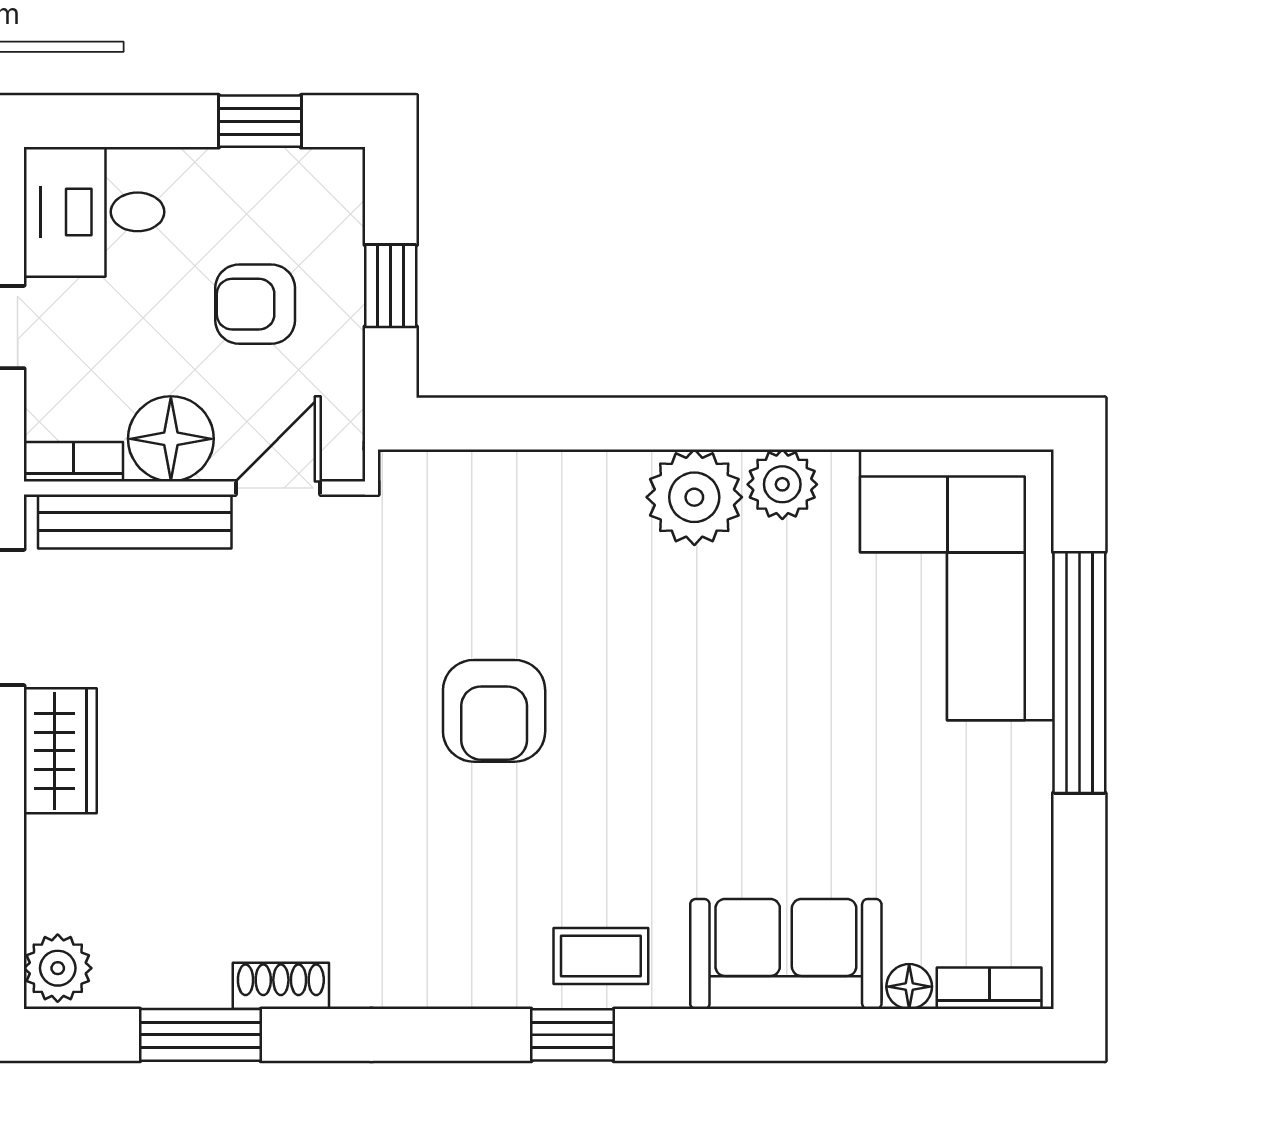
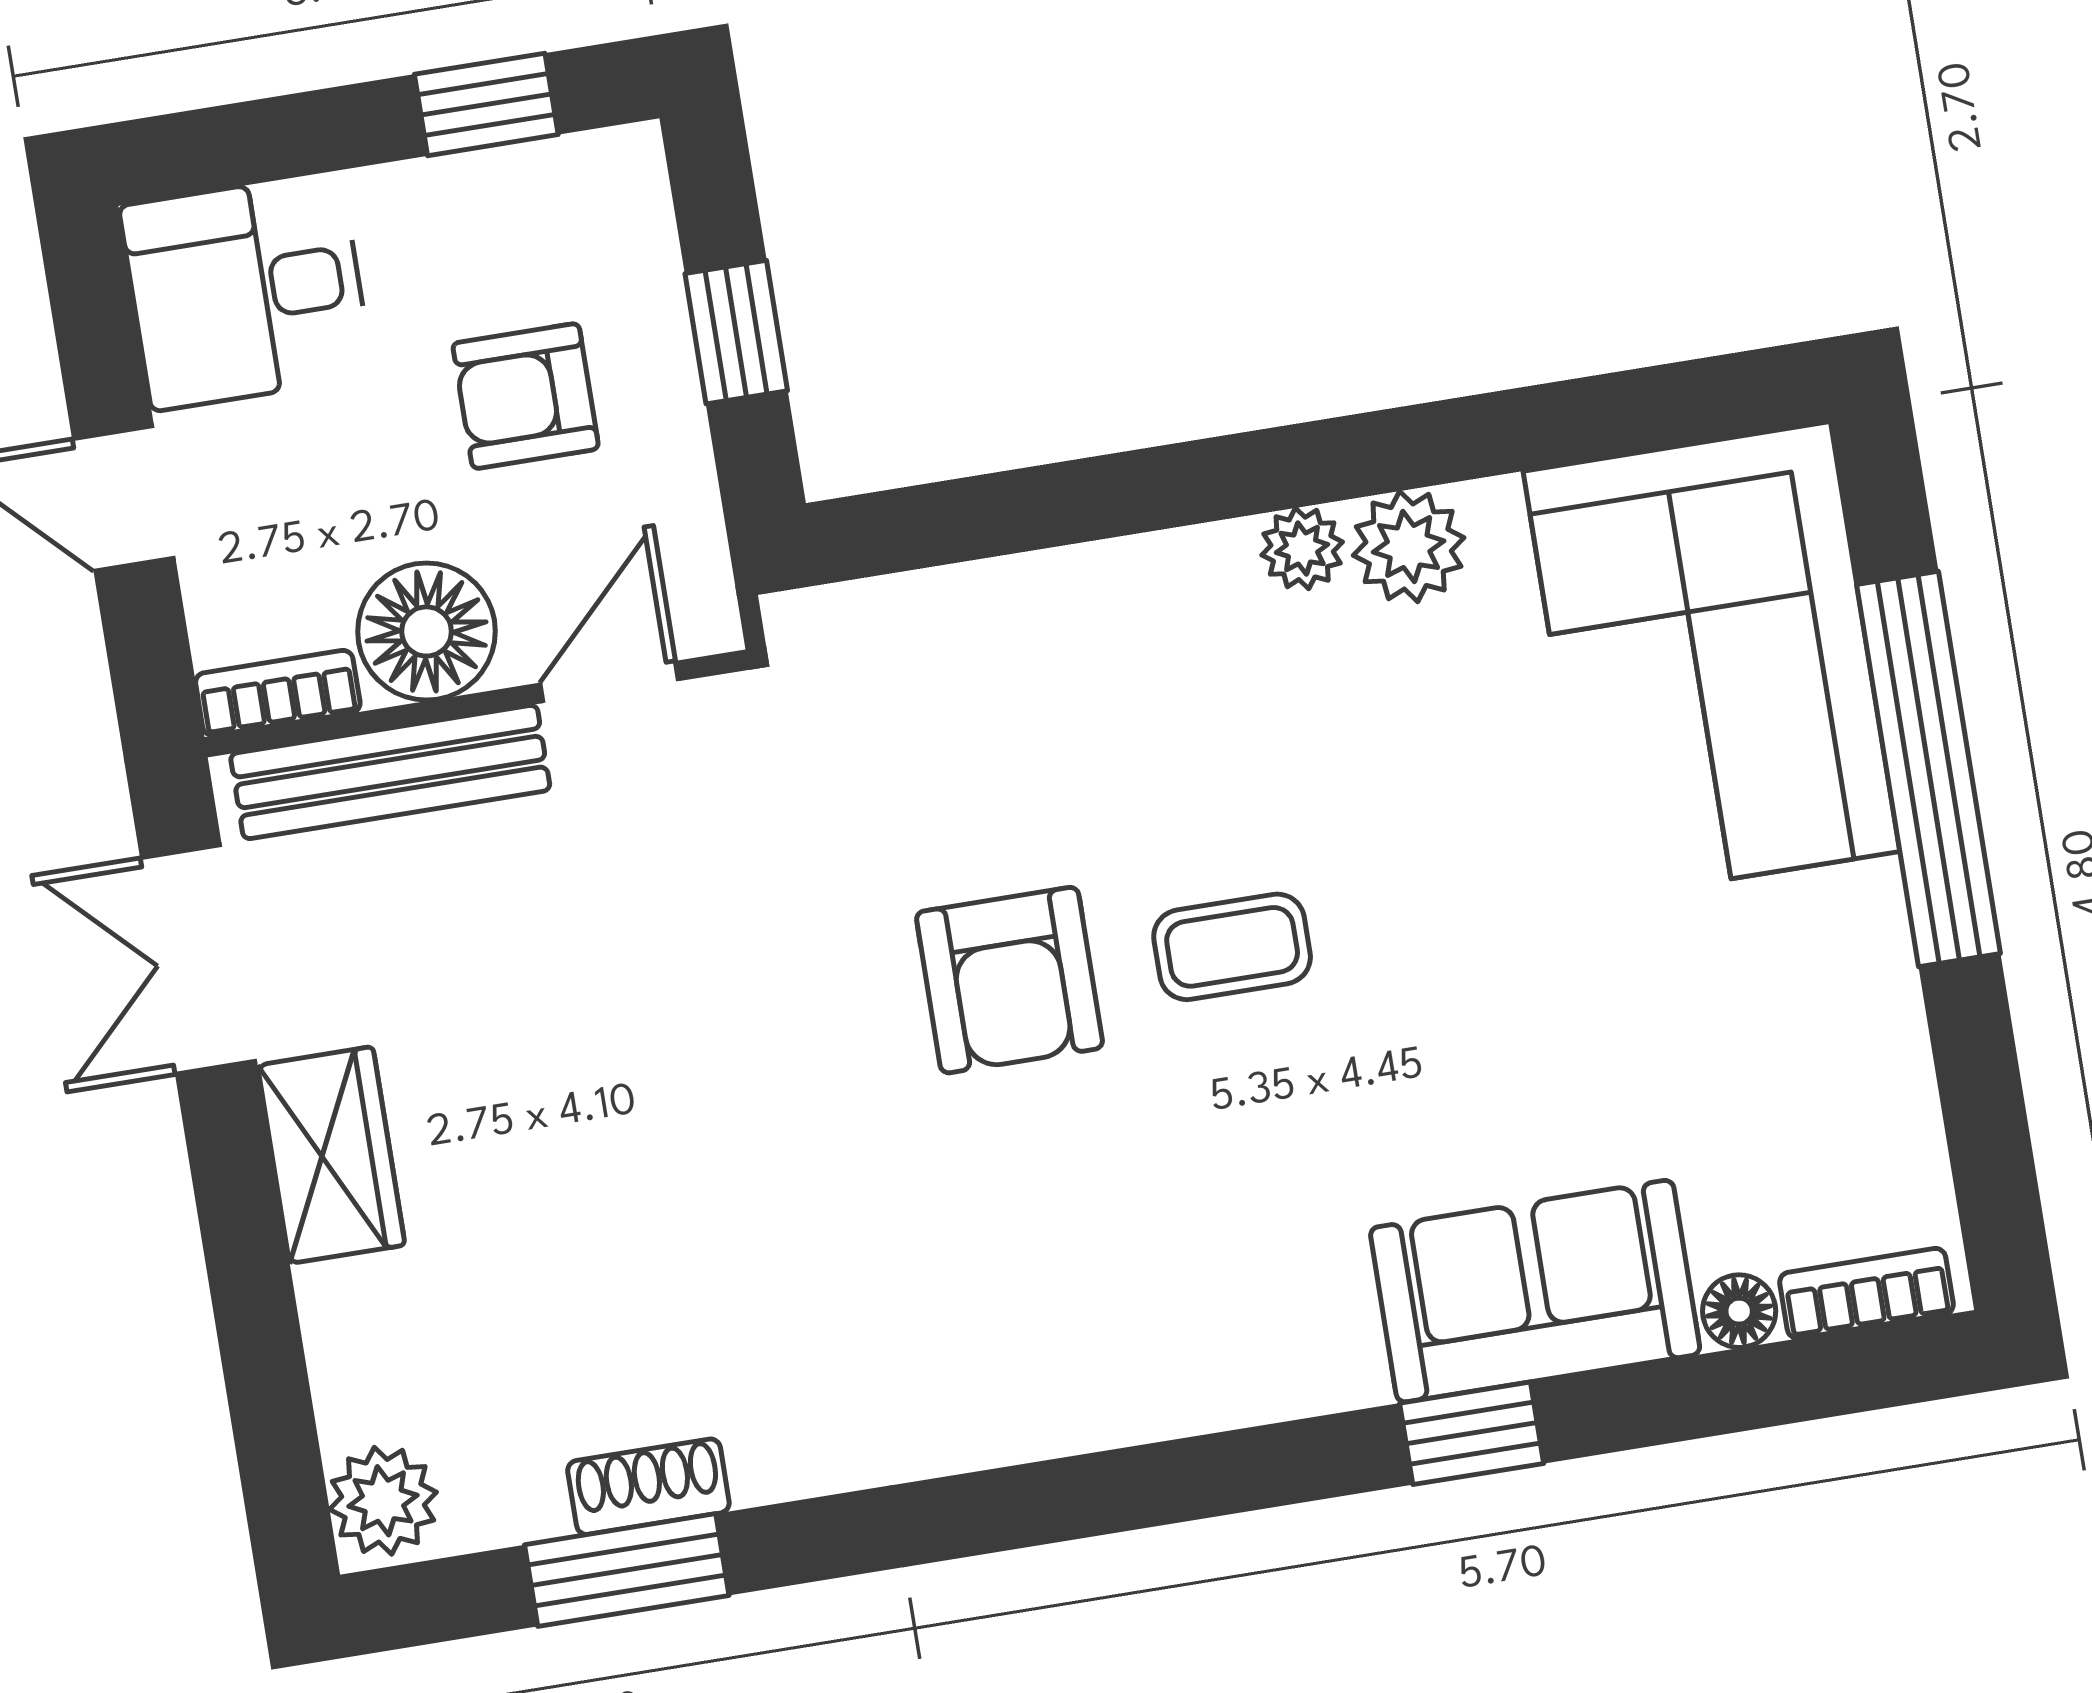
plant: (694, 497) -> (1302, 548), width x0.53, depth x0.53
coffee table: (601, 956) -> (1232, 947), moved
shoe rack: (281, 986) -> (648, 1487), moved
window: (573, 1035) -> (1472, 1433), moved

